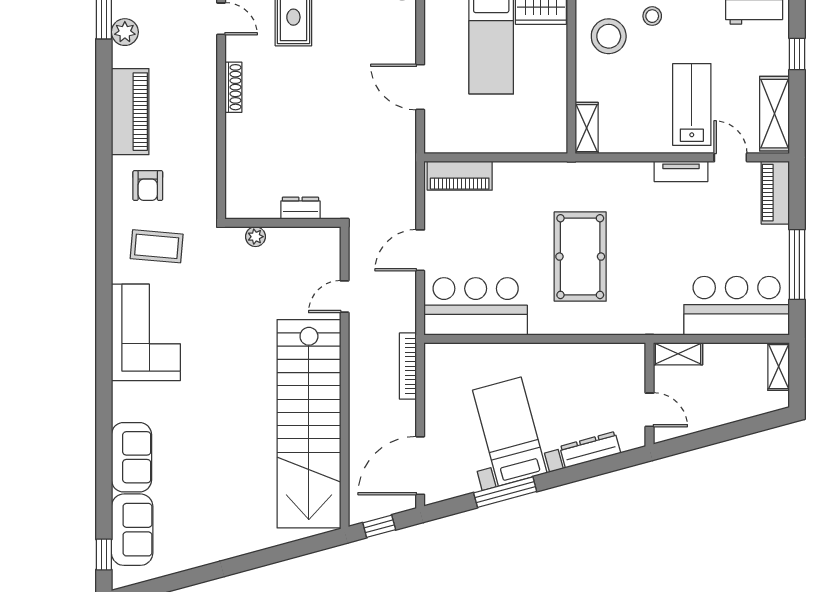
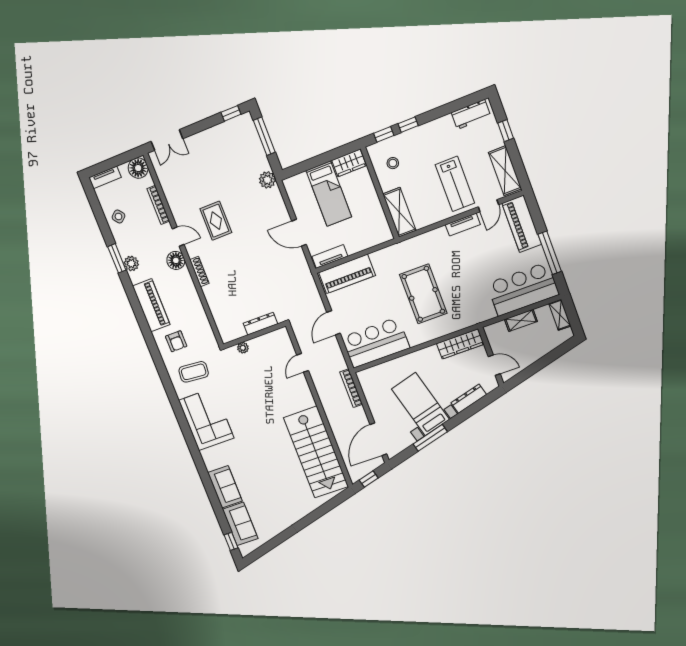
stool: (652, 16) -> (413, 142), removed
stool: (609, 36) -> (393, 163), width x0.53, depth x0.53
floor lamp: (202, 55) -> (176, 260), added
lab bench: (692, 105) -> (455, 184), turned 180
shelving: (587, 128) -> (399, 212), width x1.50, depth x1.33
tv unit: (455, 143) -> (330, 256), added
door: (730, 157) -> (488, 206), swing flipped
piano: (460, 176) -> (347, 274), width x1.37, depth x1.33
piano: (775, 193) -> (522, 224), width x1.37, depth x1.33
dresser: (300, 208) -> (260, 324), width x1.44
shelving: (678, 354) -> (521, 320), moved
wardrobe: (609, 357) -> (460, 344), added
stairs: (309, 424) -> (316, 452), width x0.73

